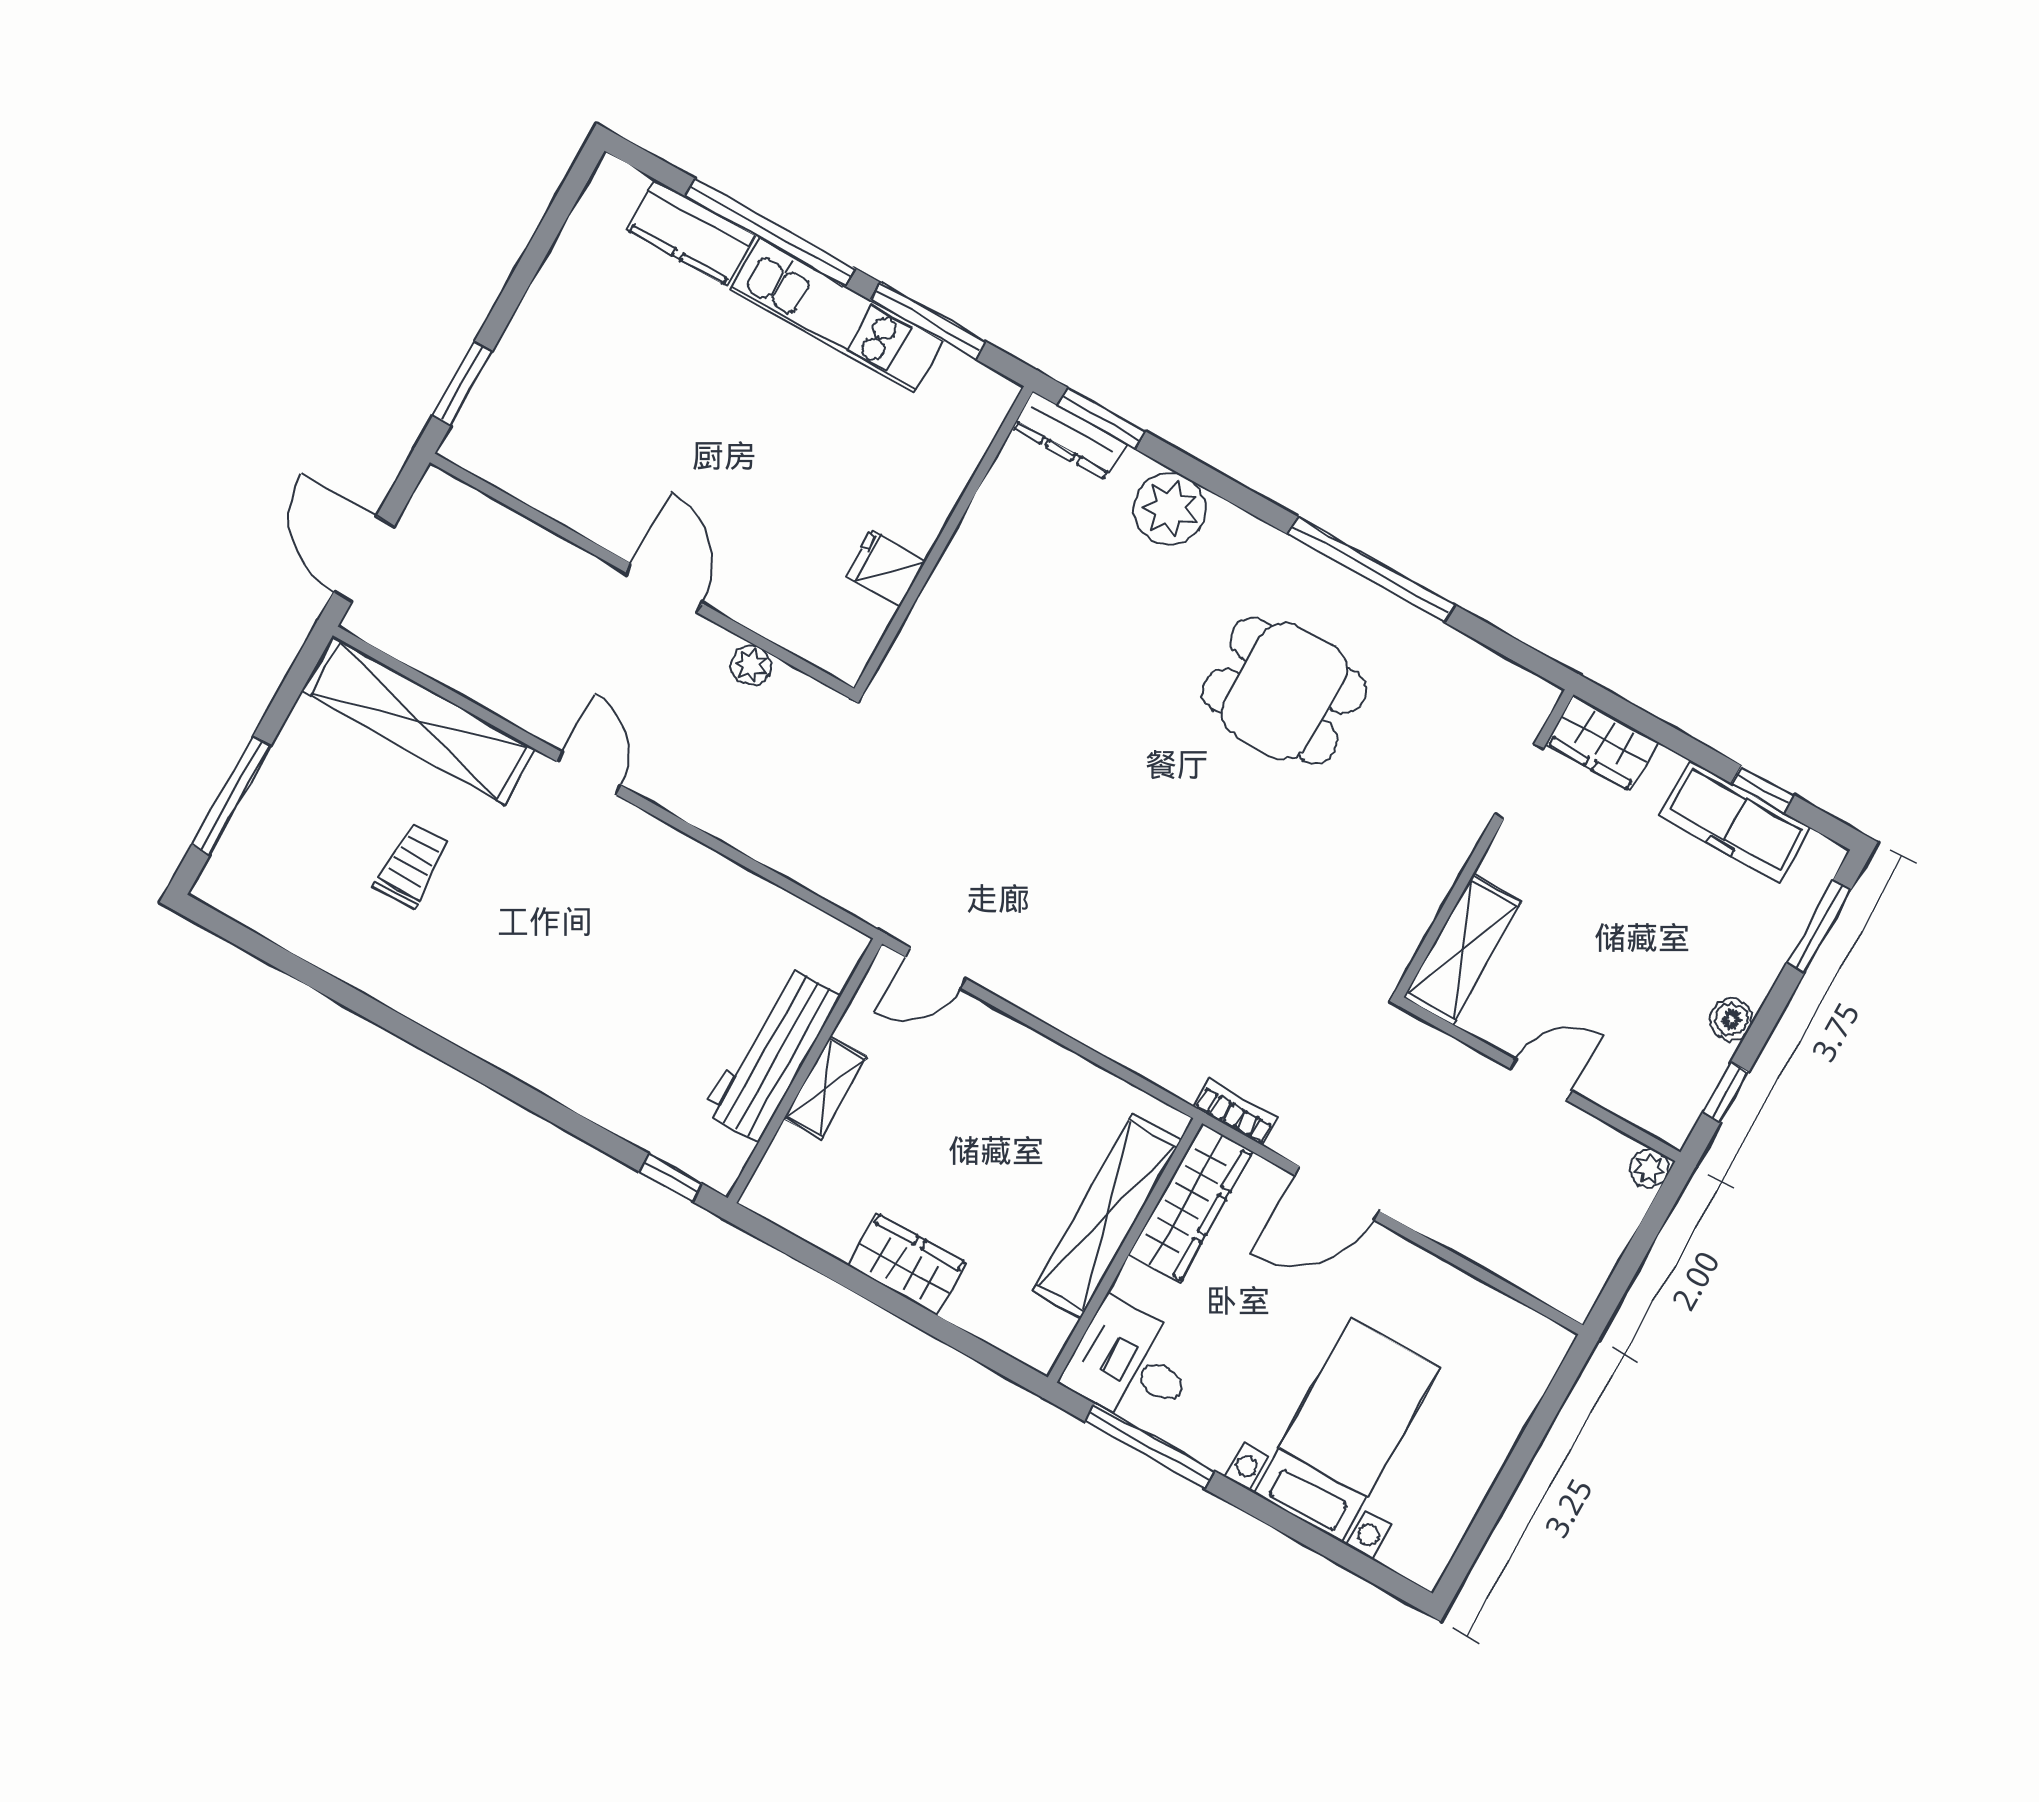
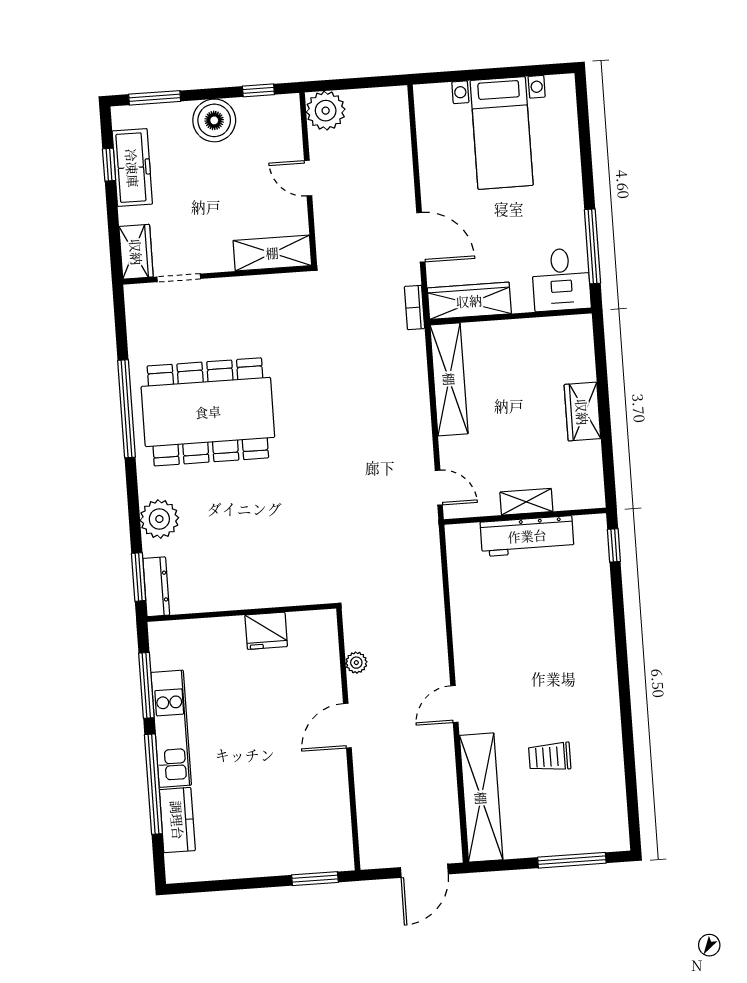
fridge: (886, 568) -> (266, 631), width x1.38
dining table: (1284, 691) -> (208, 412), width x1.88, depth x1.24
boiler: (1731, 1019) -> (214, 120), width x1.86, depth x1.86
plant: (1649, 1169) -> (326, 111), width x1.88, depth x1.88
shelving: (1107, 1216) -> (449, 379), moved, turned 90
bed with nightstands: (1347, 1431) -> (502, 133), moved, turned -90

